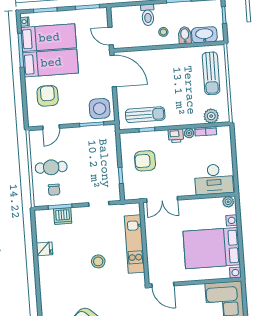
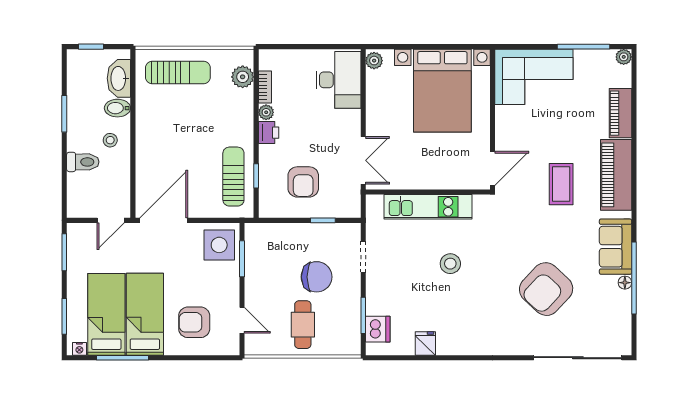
chair: (54, 190) -> (317, 277), moved, width x1.87, depth x1.87
dishwasher: (63, 216) -> (378, 329), moved

